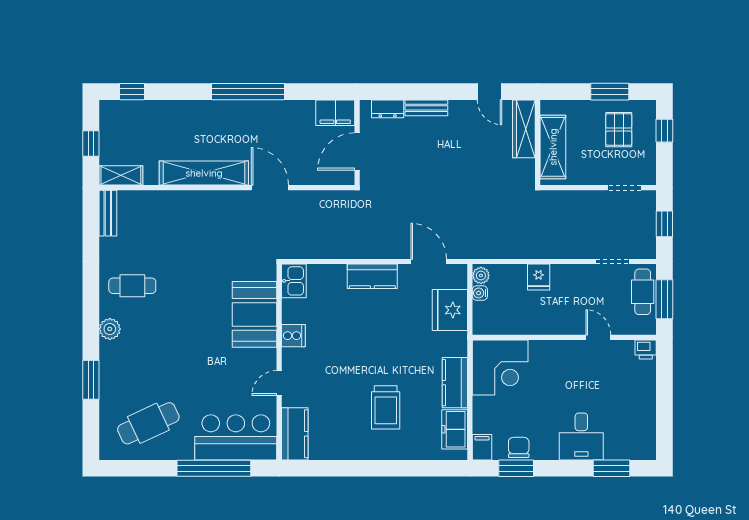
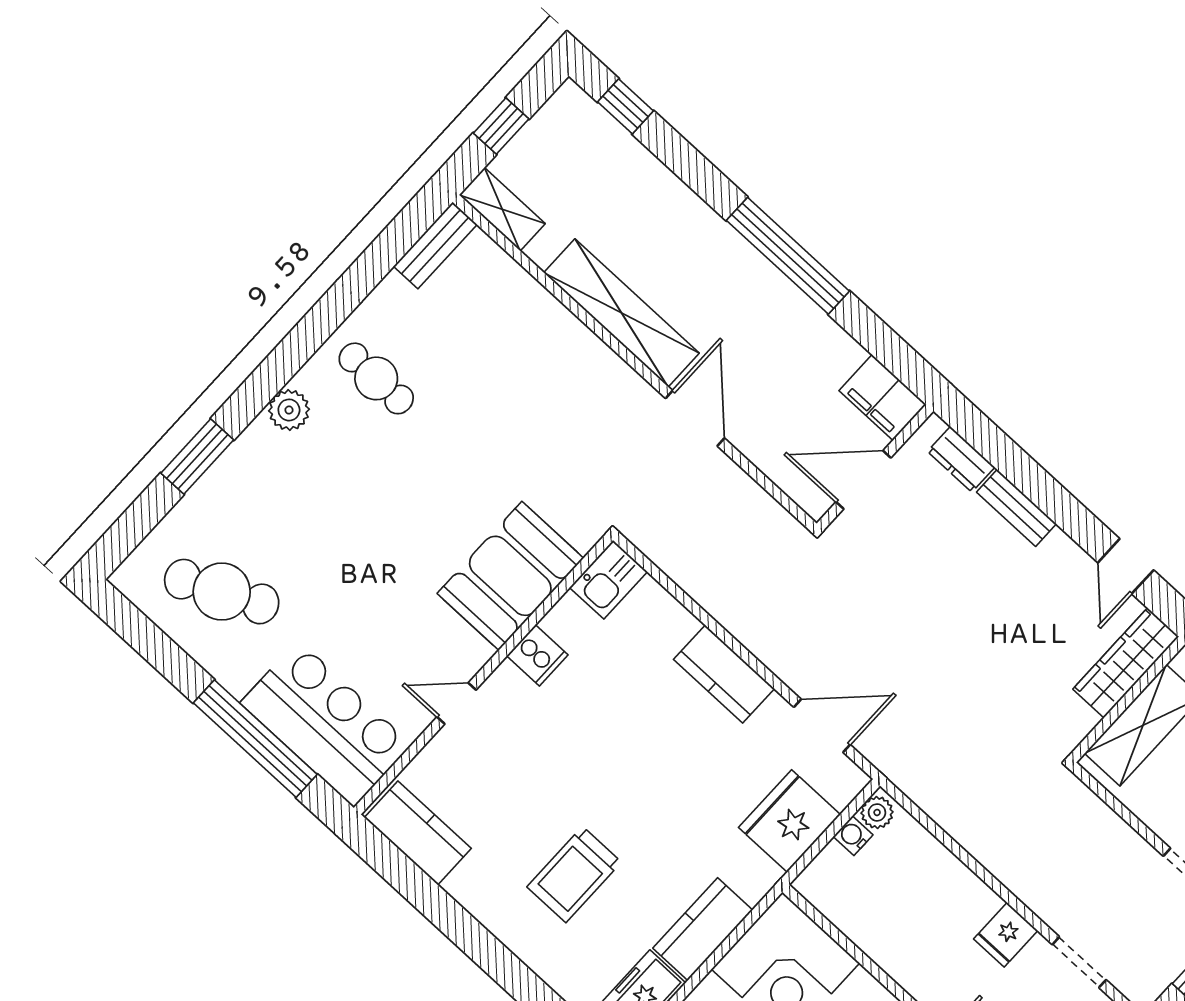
door: (429, 261) -> (822, 726), hinge flipped
fridge: (539, 277) -> (1006, 935), moved
kitchen counter: (295, 434) -> (418, 833), moved, turned -90

